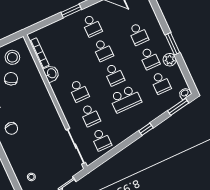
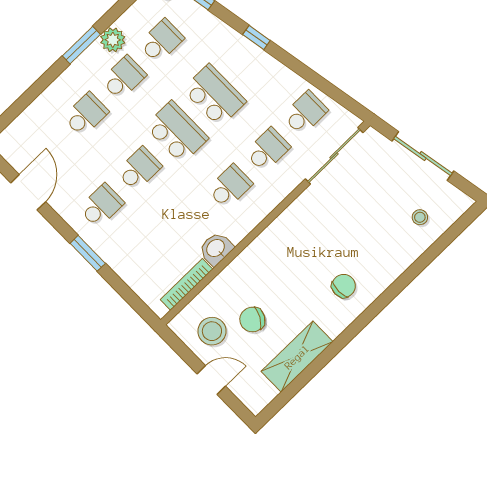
school desk: (114, 75) -> (177, 132), width x1.85

